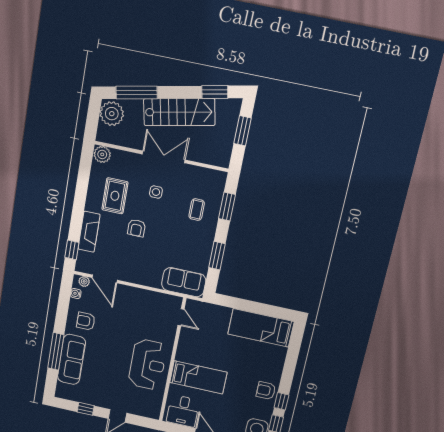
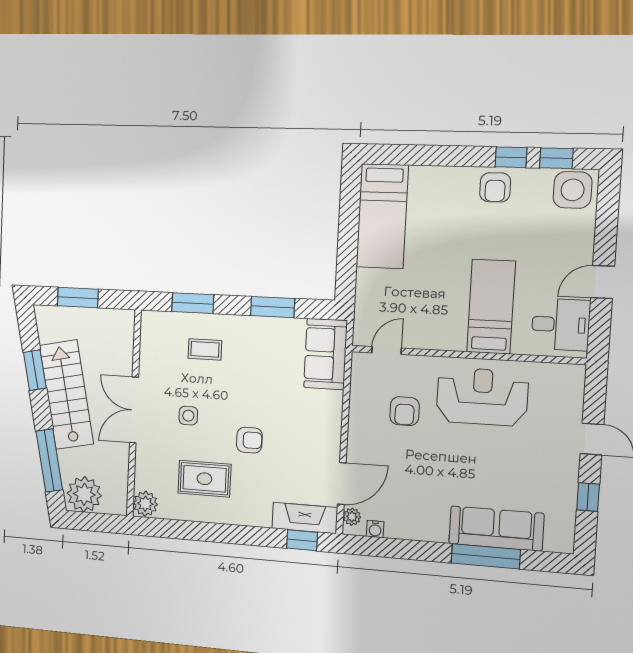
window: (215, 92) -> (35, 370), moved
fireplace: (89, 232) -> (305, 518), moved
armchair: (86, 321) -> (405, 411), moved

